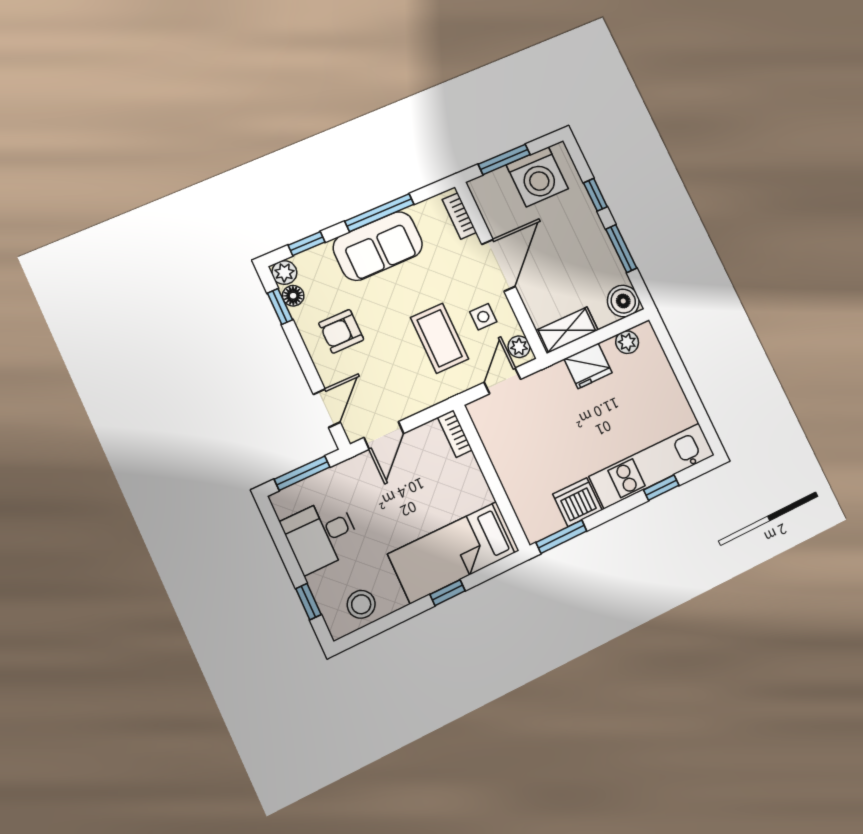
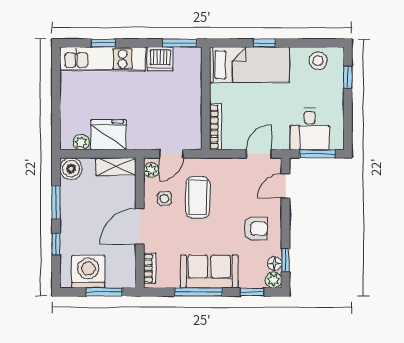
fridge: (588, 366) -> (109, 135), width x1.36, depth x1.34
bookcase: (455, 434) -> (216, 127), width x1.56
desk: (321, 535) -> (310, 129), moved, turned 90

